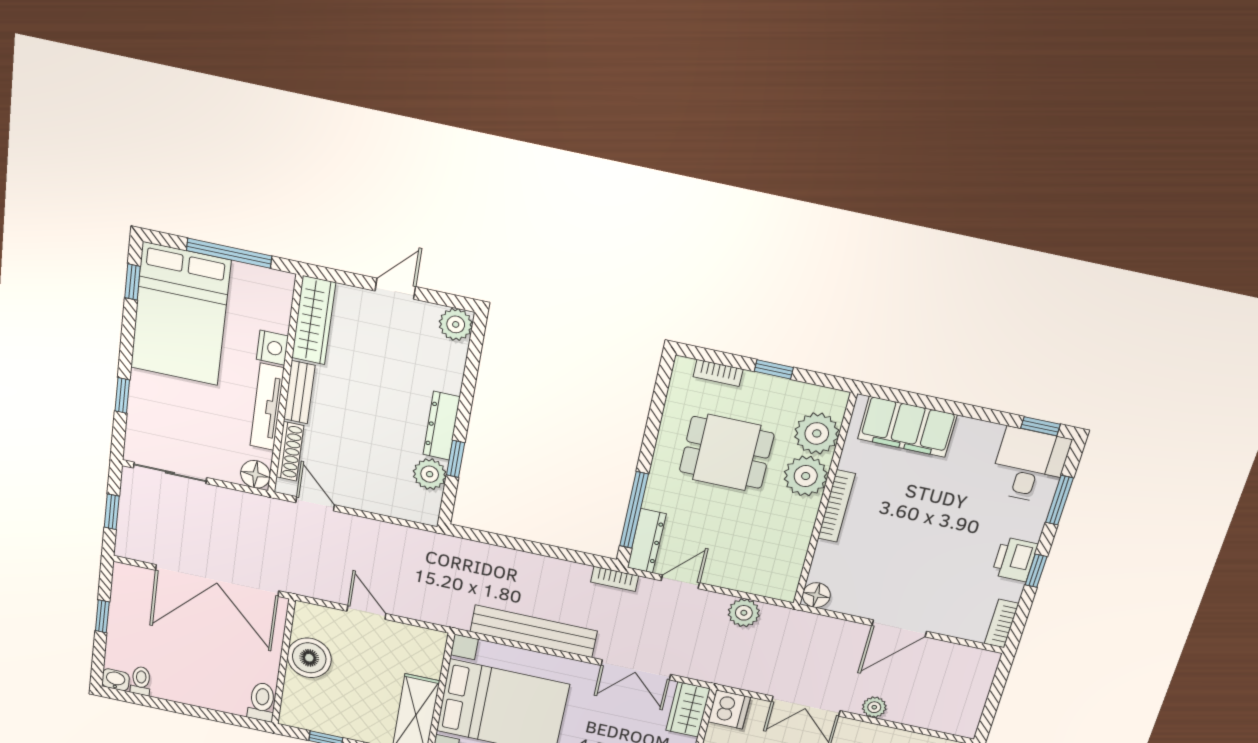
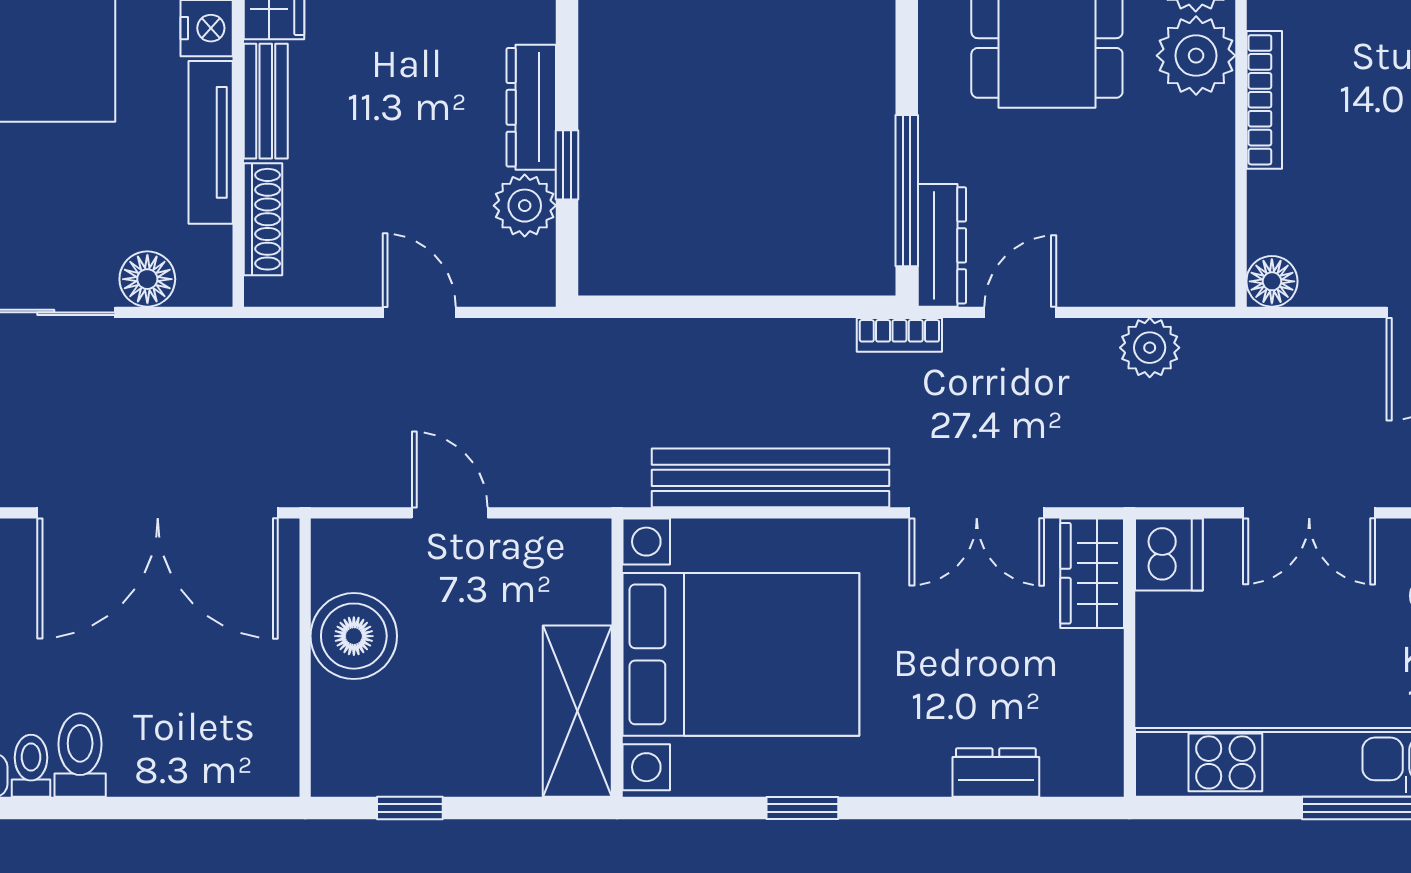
floor lamp: (255, 474) -> (147, 279), moved
door: (315, 504) -> (419, 312), moved
toilet: (262, 702) -> (80, 755), moved

